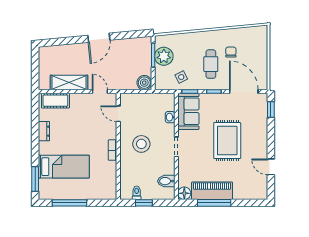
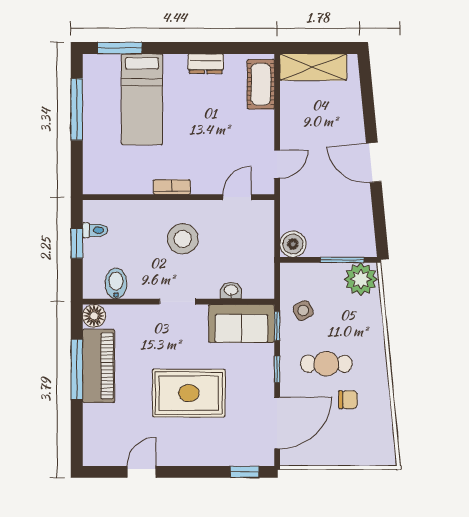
plant: (164, 56) -> (361, 279), moved
shelving: (69, 82) -> (313, 67), moved, turned 90

